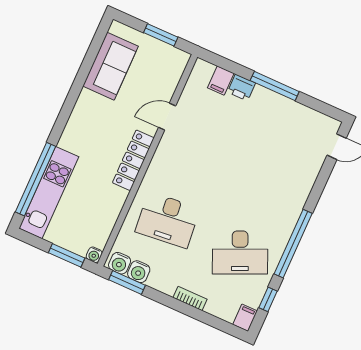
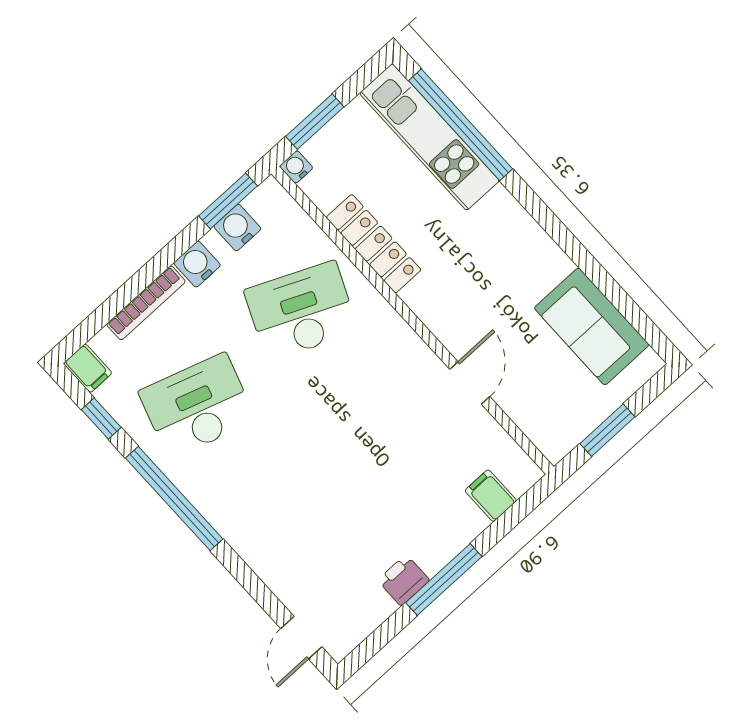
printer: (241, 88) -> (404, 580), moved
locker: (133, 160) -> (374, 244), moved
desk: (168, 220) -> (301, 311), turned 30
desk: (240, 253) -> (197, 406), turned 42
water cooler: (120, 263) -> (197, 264), moved
bookcase: (190, 298) -> (146, 303), width x1.56

